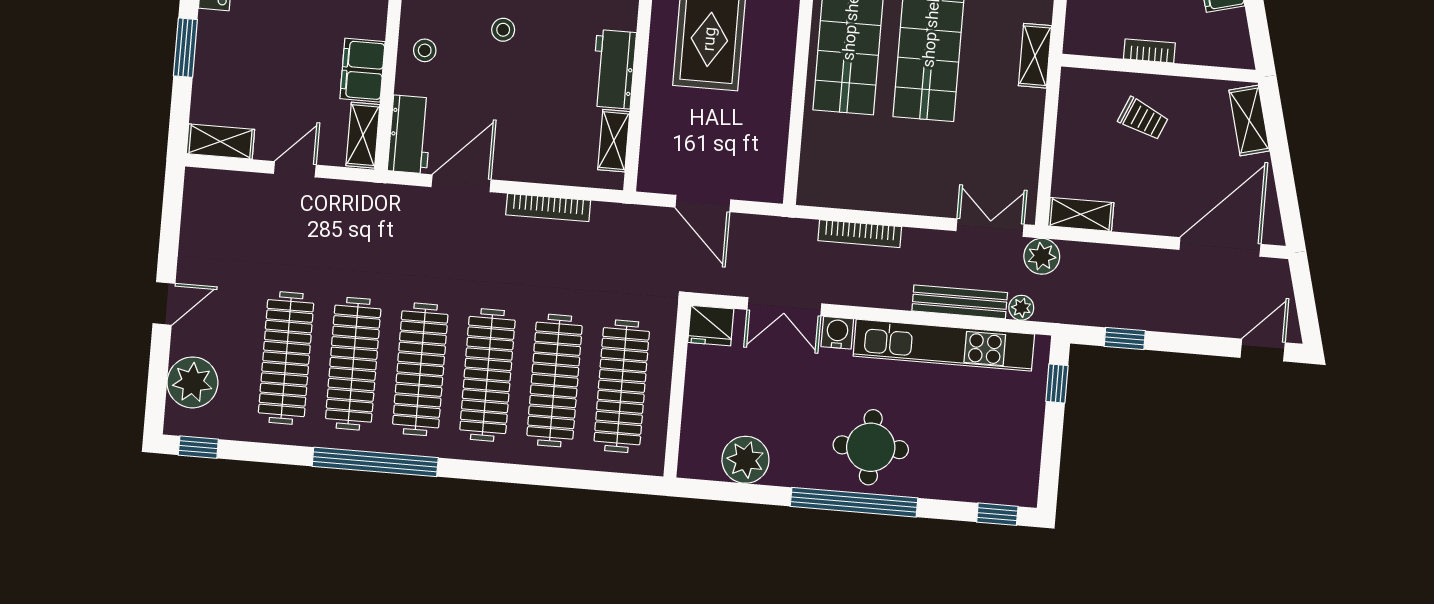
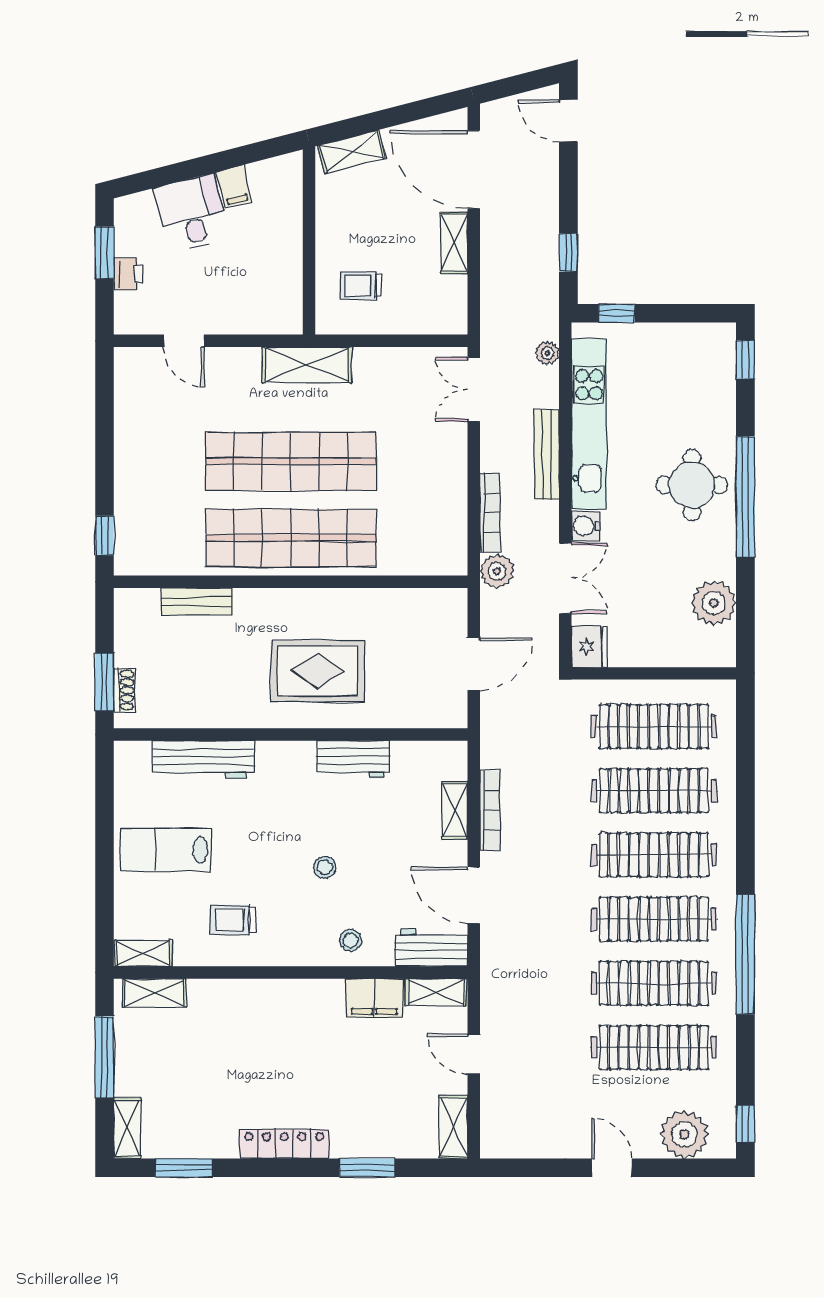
bookcase: (1149, 51) -> (293, 252), removed
shelving: (1035, 56) -> (307, 365), width x1.50, depth x1.33
trolley: (1143, 119) -> (361, 285), moved, turned -113
shelving: (614, 141) -> (455, 810), moved, turned 90
shelving: (1081, 214) -> (454, 243), moved
plant: (1042, 256) -> (497, 571), moved
bench: (960, 302) -> (547, 455), moved

